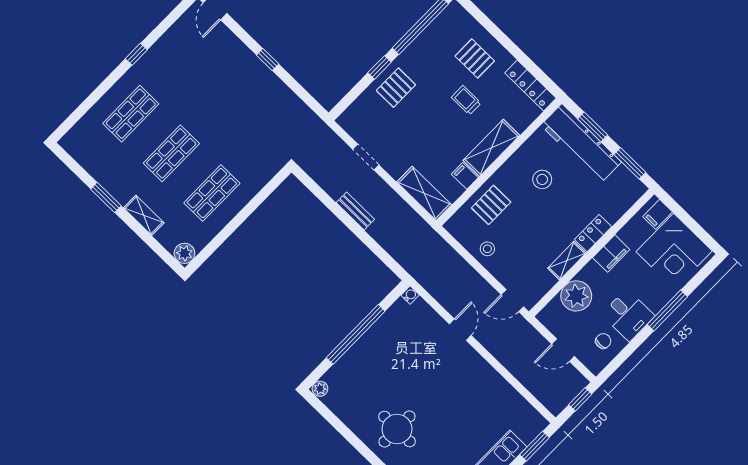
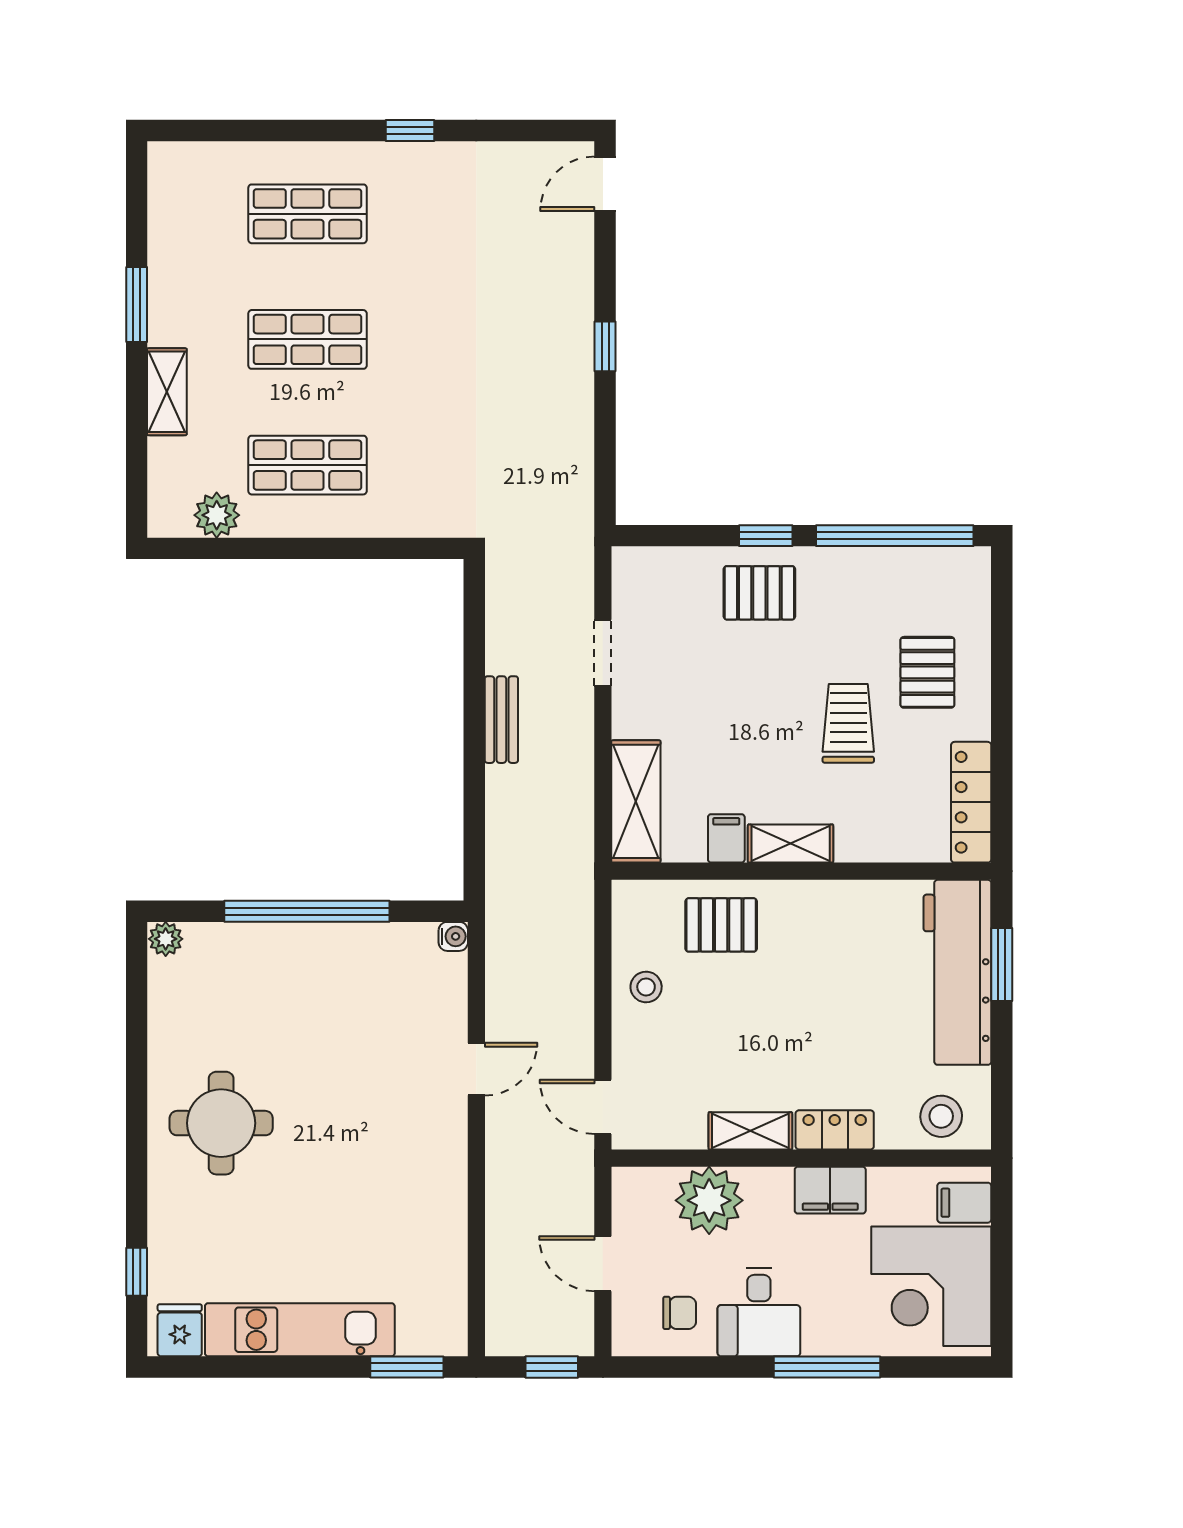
trolley: (466, 100) -> (848, 723), width x1.36, depth x1.39
shelving: (491, 148) -> (791, 844), width x0.67, depth x0.75
window: (630, 163) -> (1002, 1080), removed
stool: (542, 179) -> (941, 1116), moved
plant: (184, 253) -> (217, 515), moved

